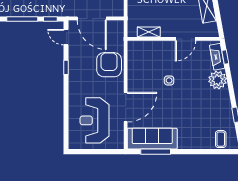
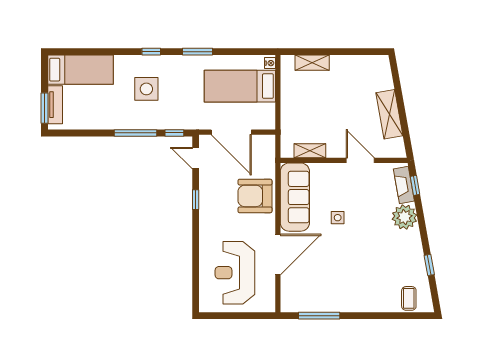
door: (185, 39) -> (360, 160), swing flipped
armchair: (109, 65) -> (255, 196), turned -90
sofa: (152, 139) -> (295, 197), moved, turned 90

